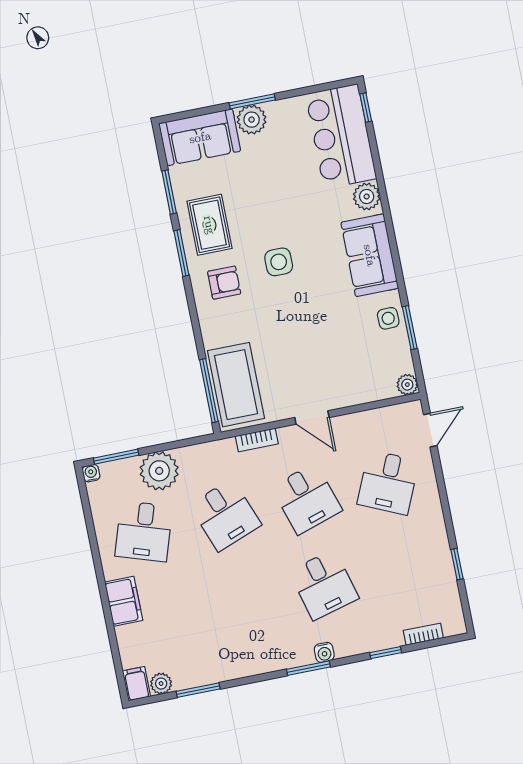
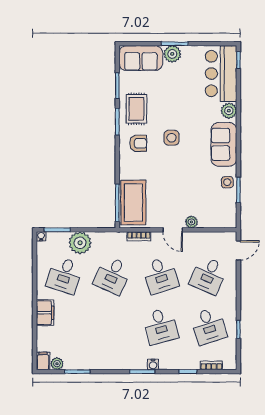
plant: (407, 385) -> (191, 222), moved
desk: (225, 515) -> (112, 275), turned 45
desk: (405, 569) -> (209, 326), added

